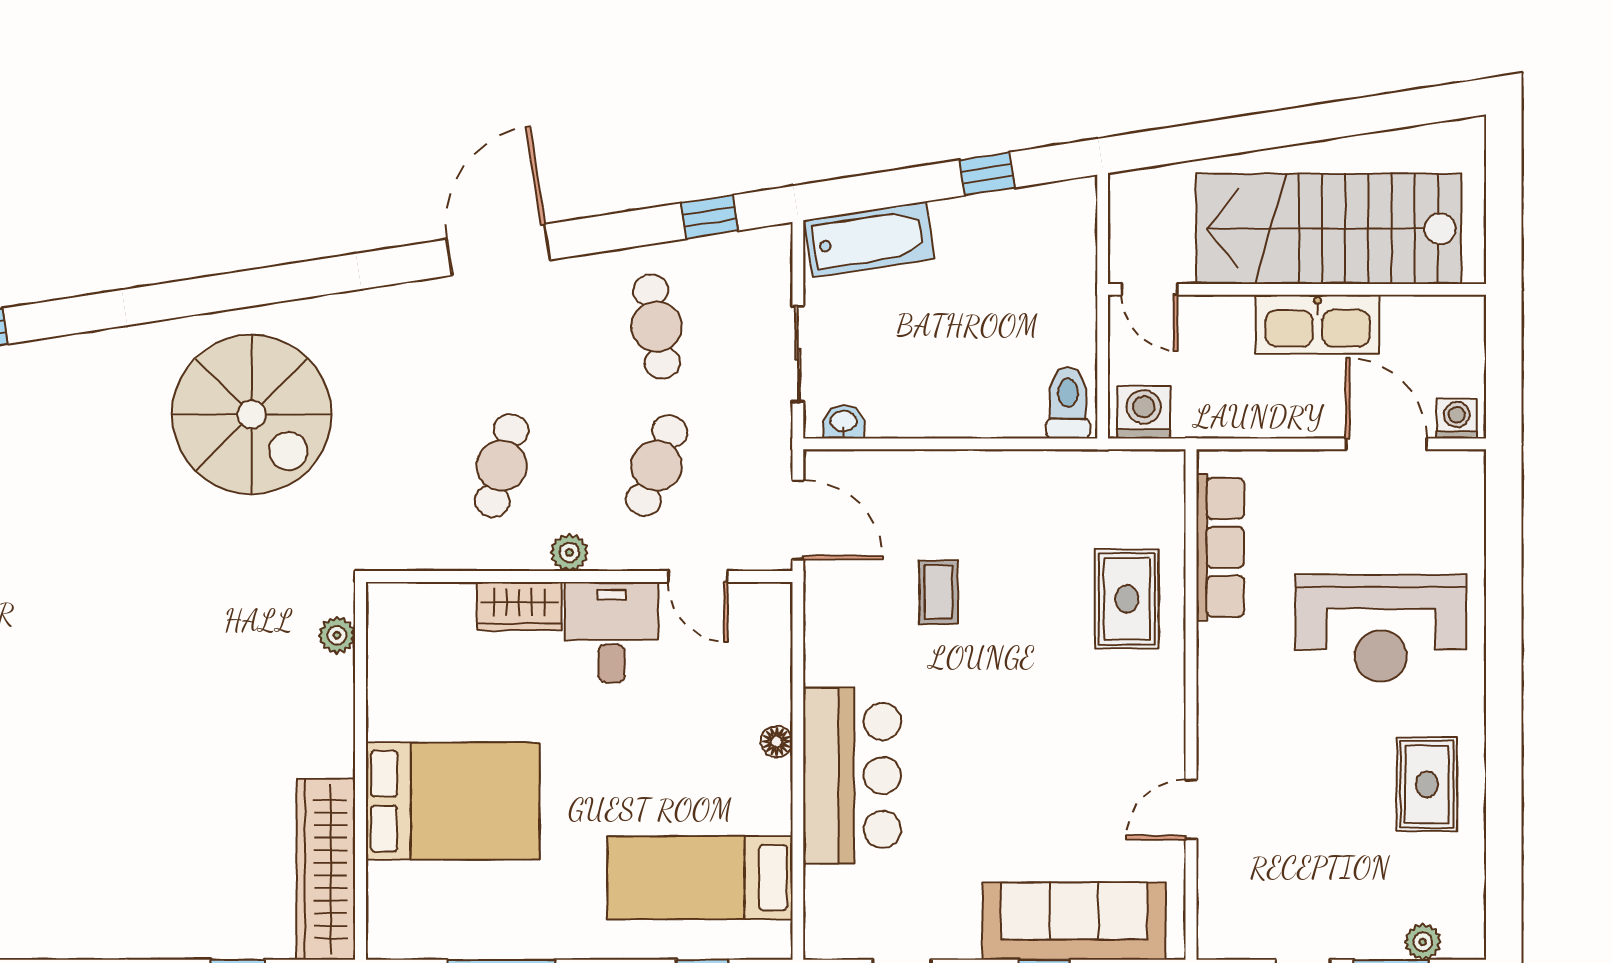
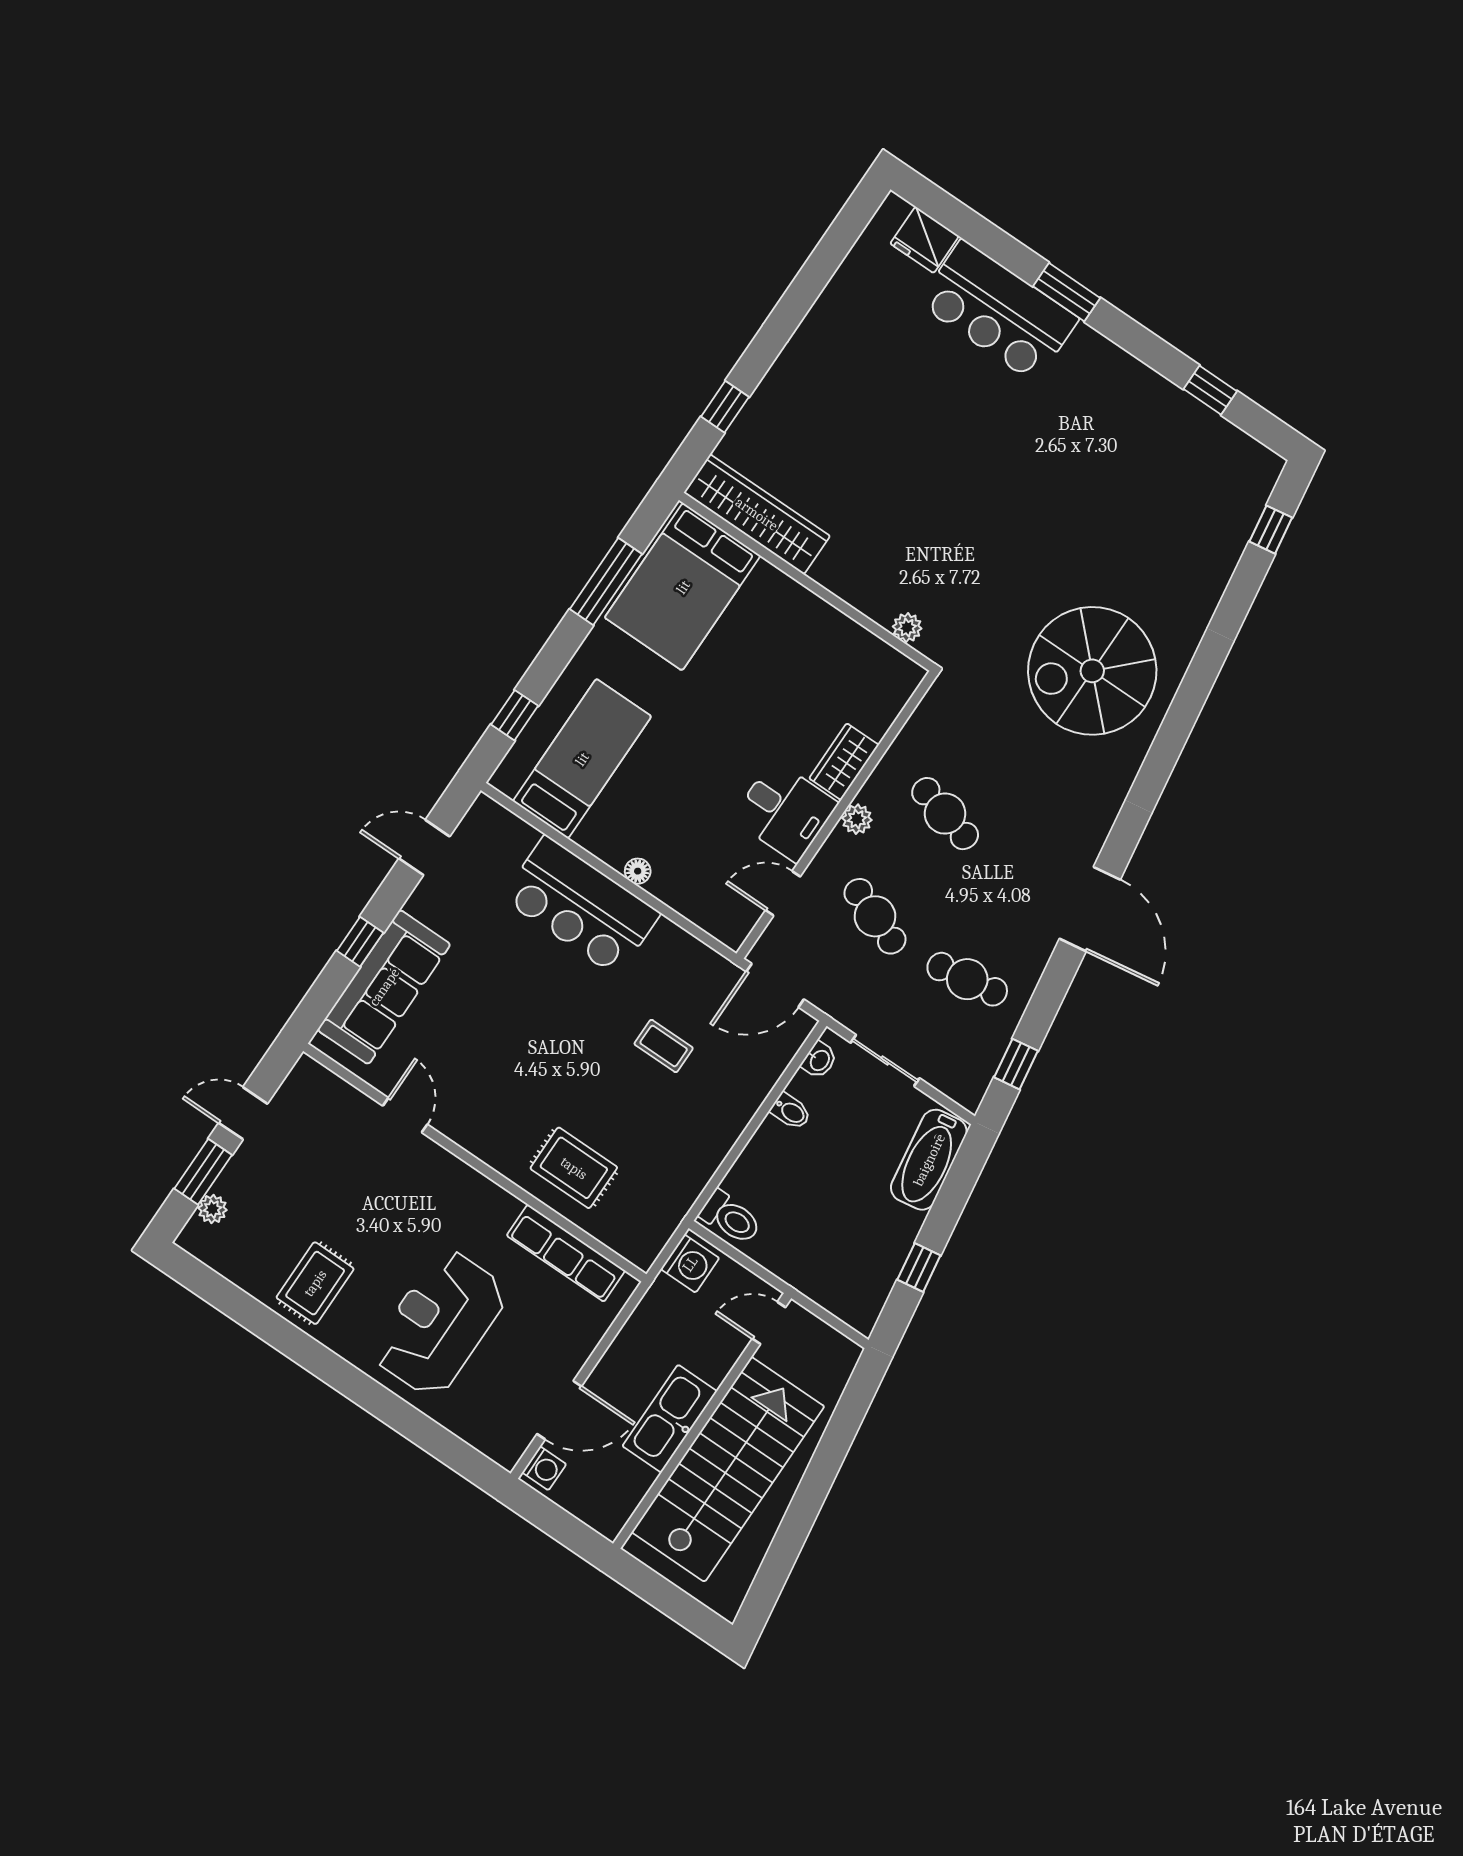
bidet: (916, 416) -> (791, 1111), added
rug: (1427, 784) -> (315, 1283), turned 90
bed: (453, 801) -> (683, 587), moved

